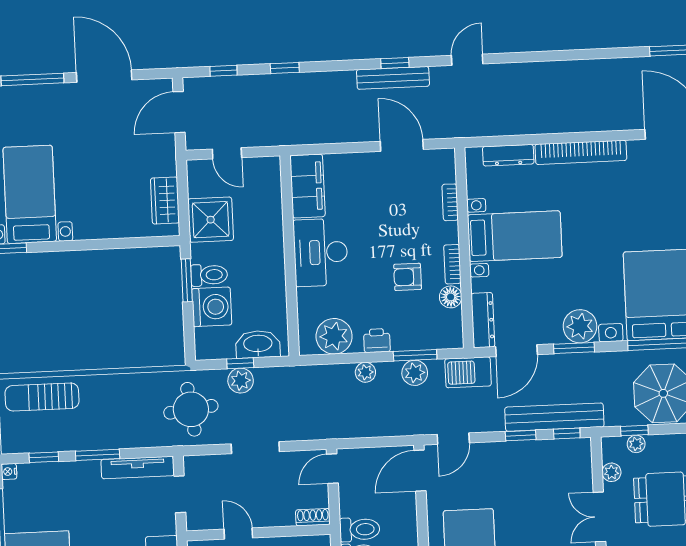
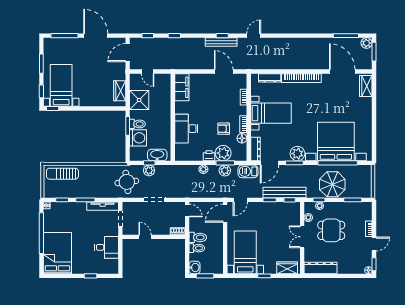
desk: (321, 252) -> (186, 129), moved
plant: (334, 336) -> (223, 153), moved
door: (332, 469) -> (187, 211), swing flipped

